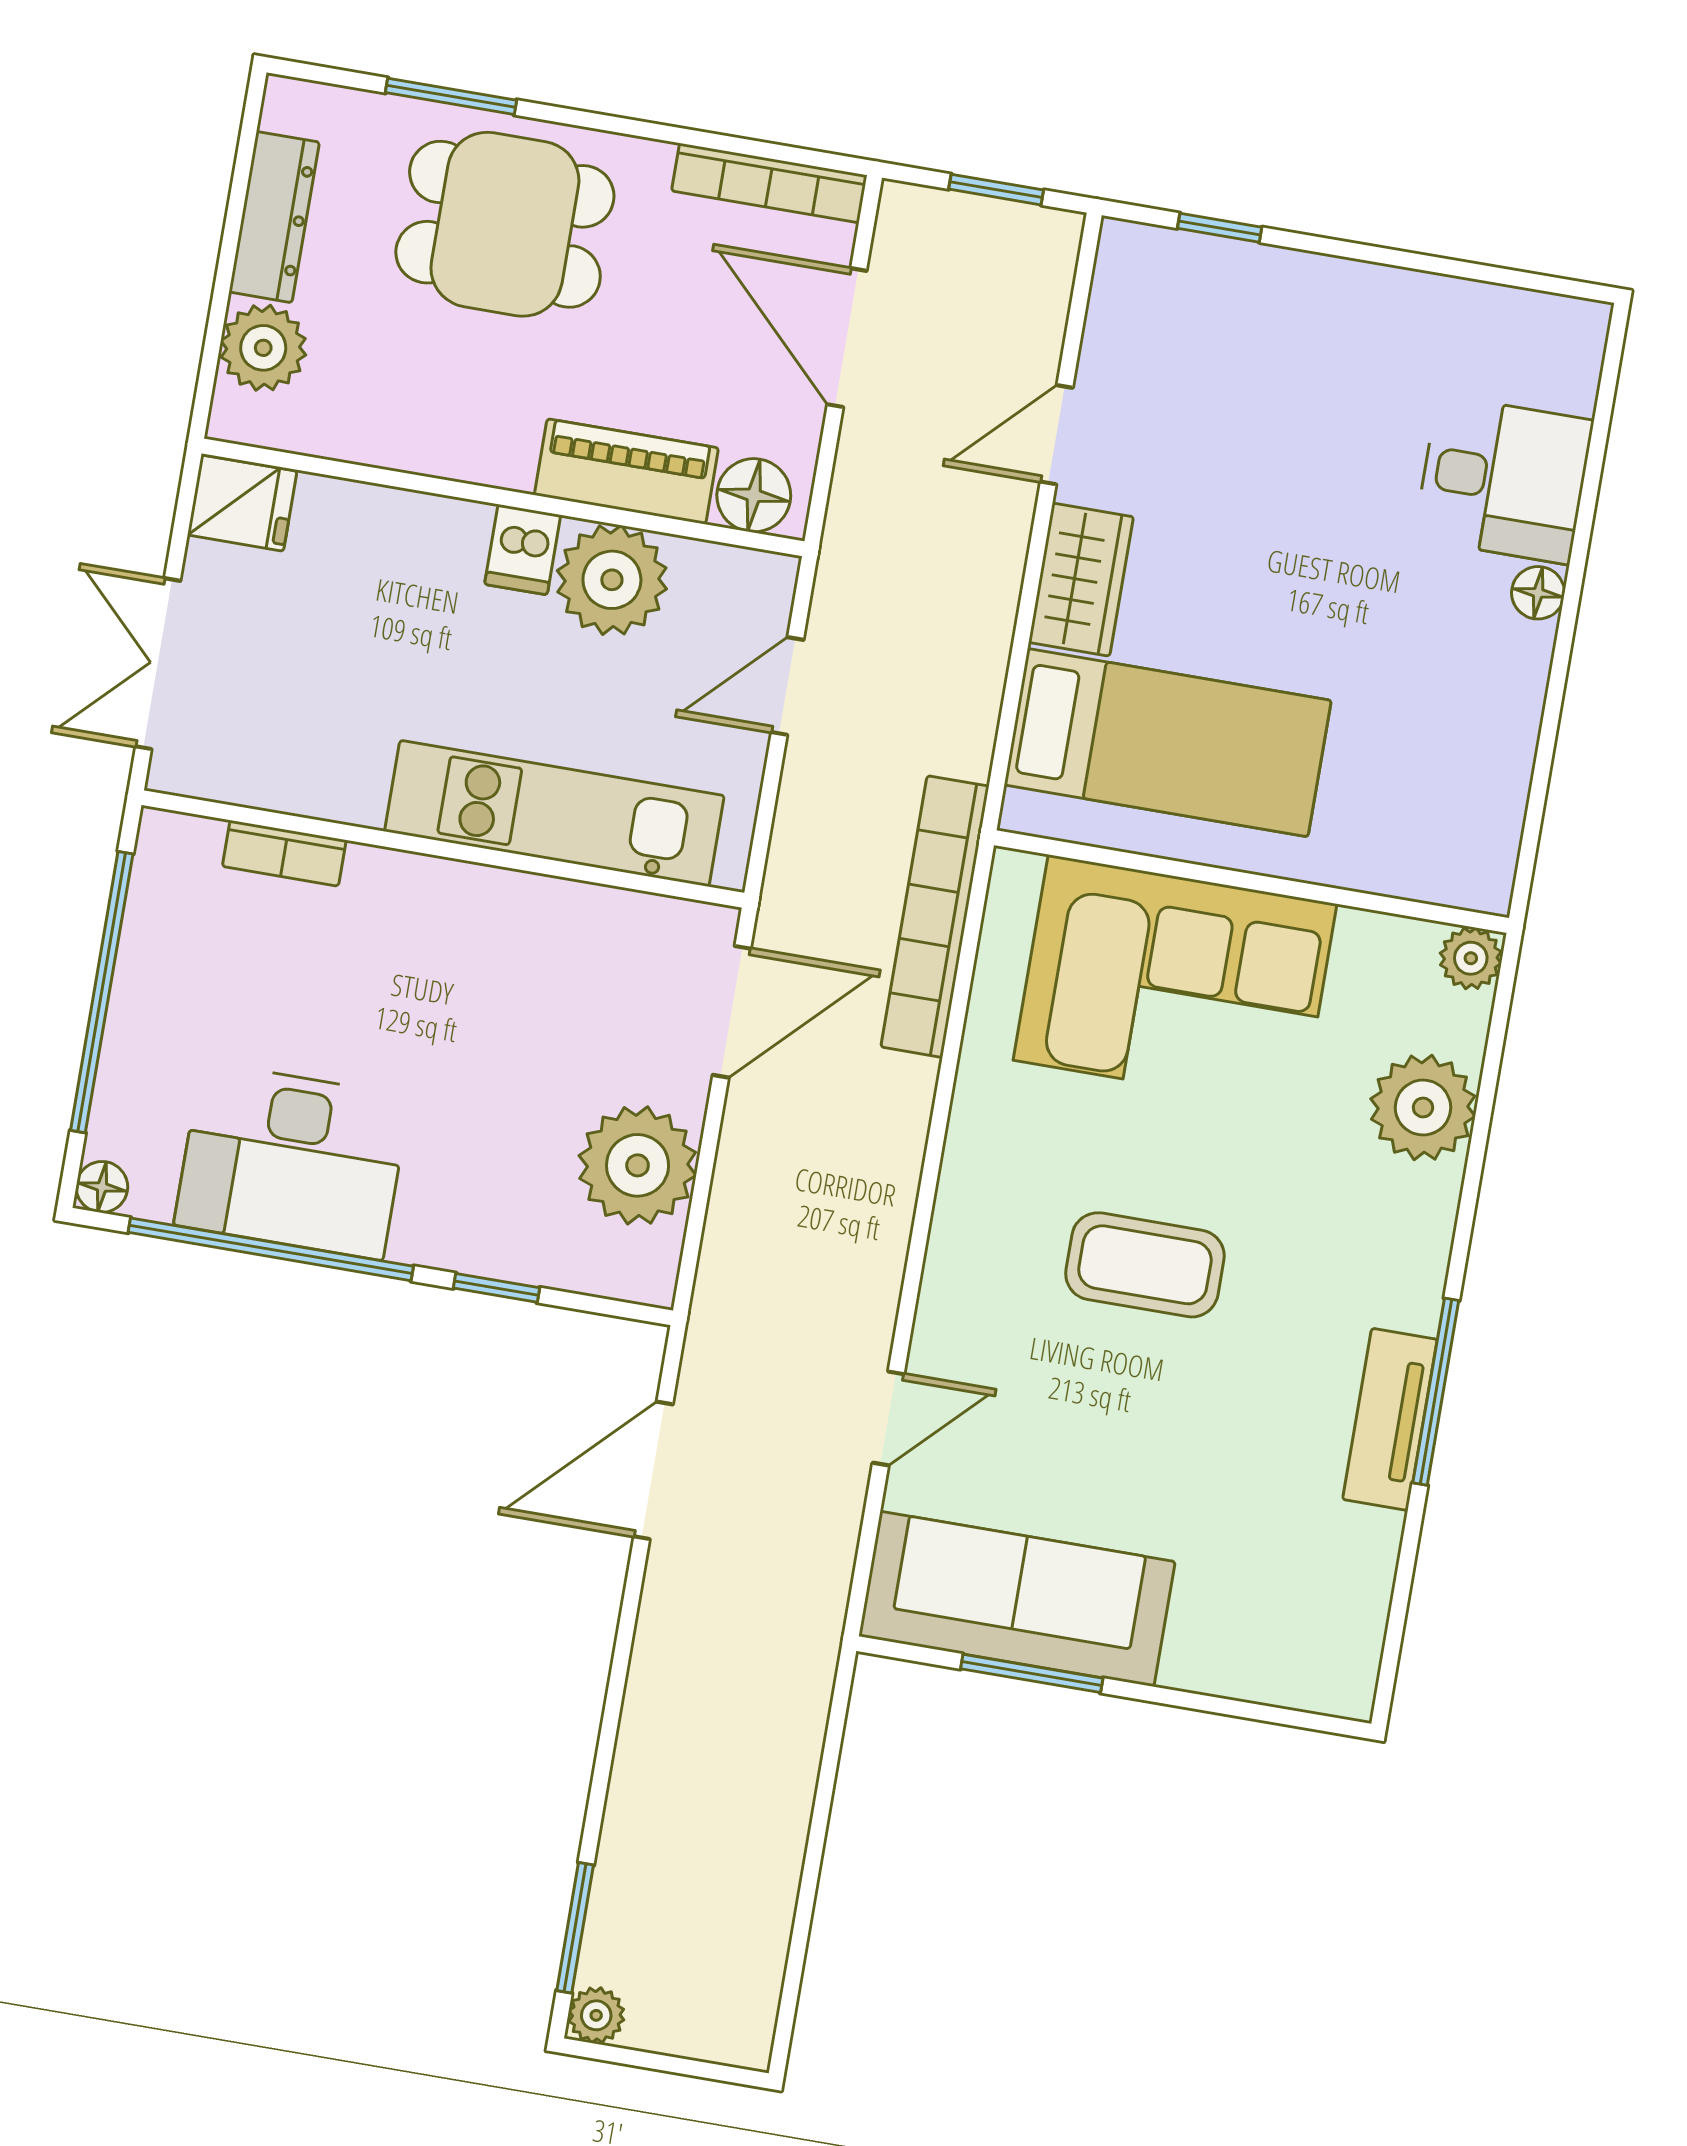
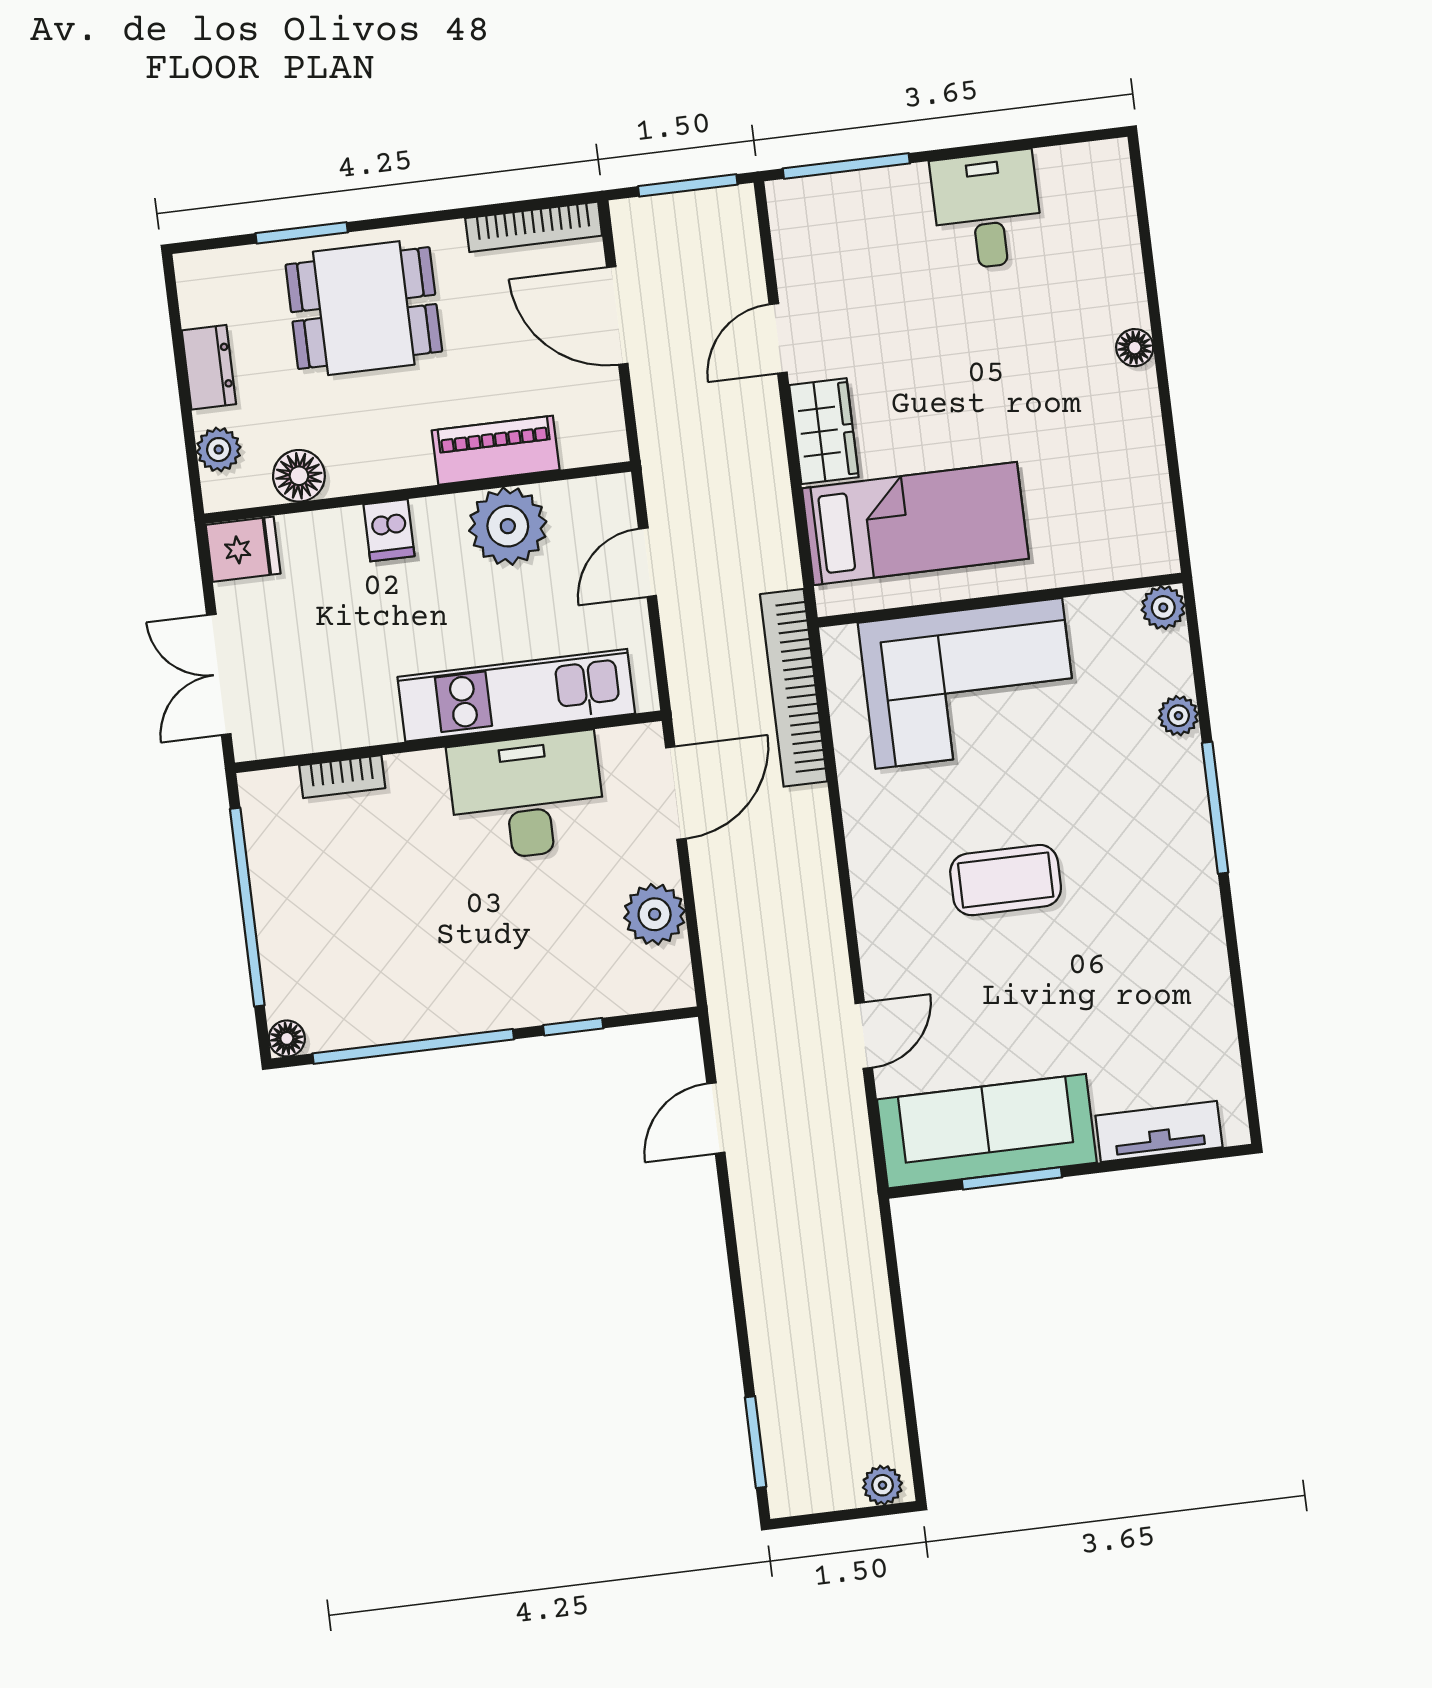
window: (996, 190) -> (688, 185), width x1.50
dresser: (274, 217) -> (209, 367), width x0.70
window: (1220, 228) -> (846, 166), width x2.17
plant: (263, 348) -> (219, 450), width x0.73, depth x0.73
desk: (1504, 479) -> (987, 210), moved, turned -90
floor lamp: (754, 495) -> (299, 476), moved
dishwasher: (523, 550) -> (389, 530), moved
plant: (1423, 1108) -> (1179, 716), width x0.53, depth x0.53
desk: (292, 1161) -> (527, 797), moved, turned 180
plant: (638, 1165) -> (655, 914), width x0.73, depth x0.73
window: (1436, 1392) -> (1215, 808), moved
tv unit: (1390, 1419) -> (1159, 1131), moved, turned 90
door: (653, 1470) -> (716, 1118), width x0.73
plant: (596, 2015) -> (882, 1485), moved

